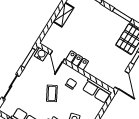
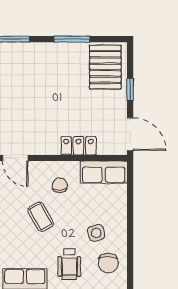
locker: (77, 60) -> (79, 146), moved

